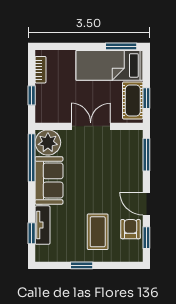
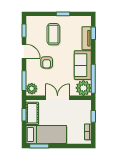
double door: (91, 126) -> (58, 98), swing flipped
plant: (134, 141) -> (32, 89), added
armchair: (131, 229) -> (47, 62), moved

